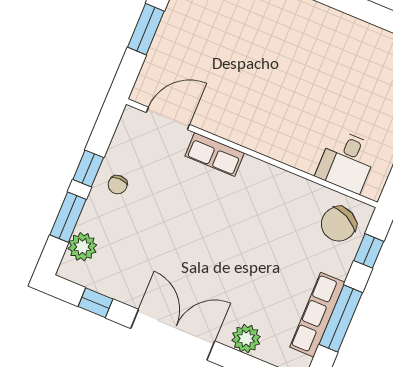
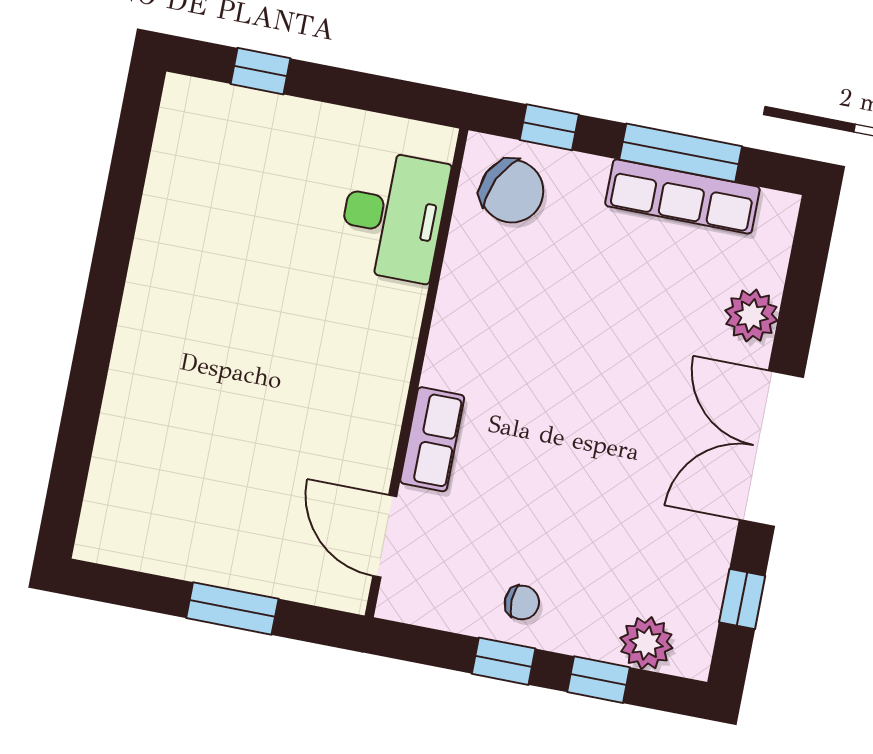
desk: (347, 161) -> (393, 216), width x1.37
window: (68, 217) -> (598, 680), width x0.67

